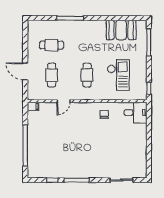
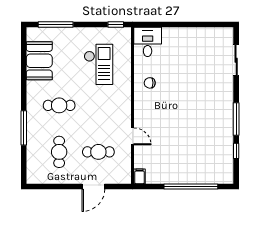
cafe table: (87, 75) -> (59, 105), moved
checkout: (118, 75) -> (98, 64), turned 90

